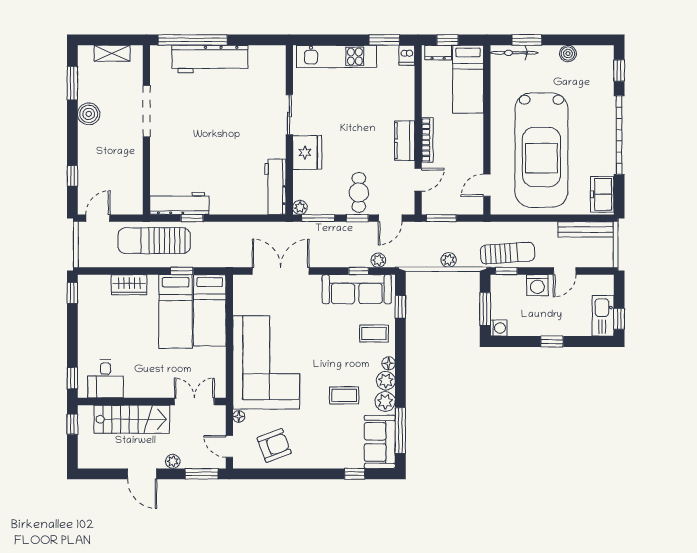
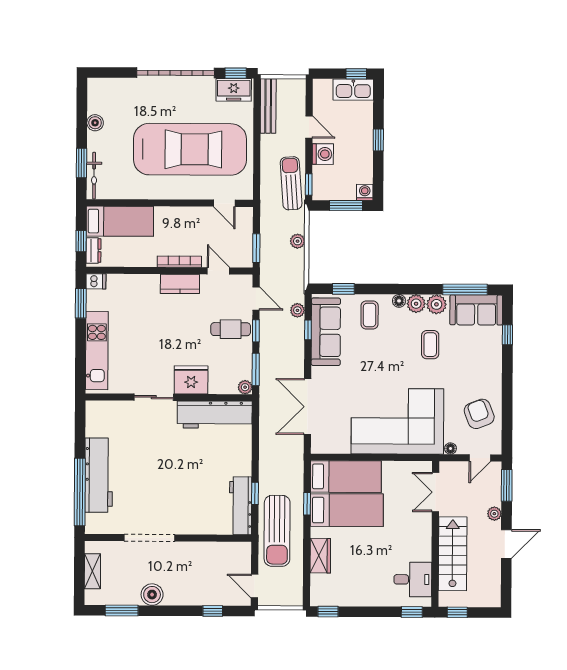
window: (619, 70) -> (236, 73), moved
workbench: (275, 187) -> (215, 415), width x1.36, depth x1.32

